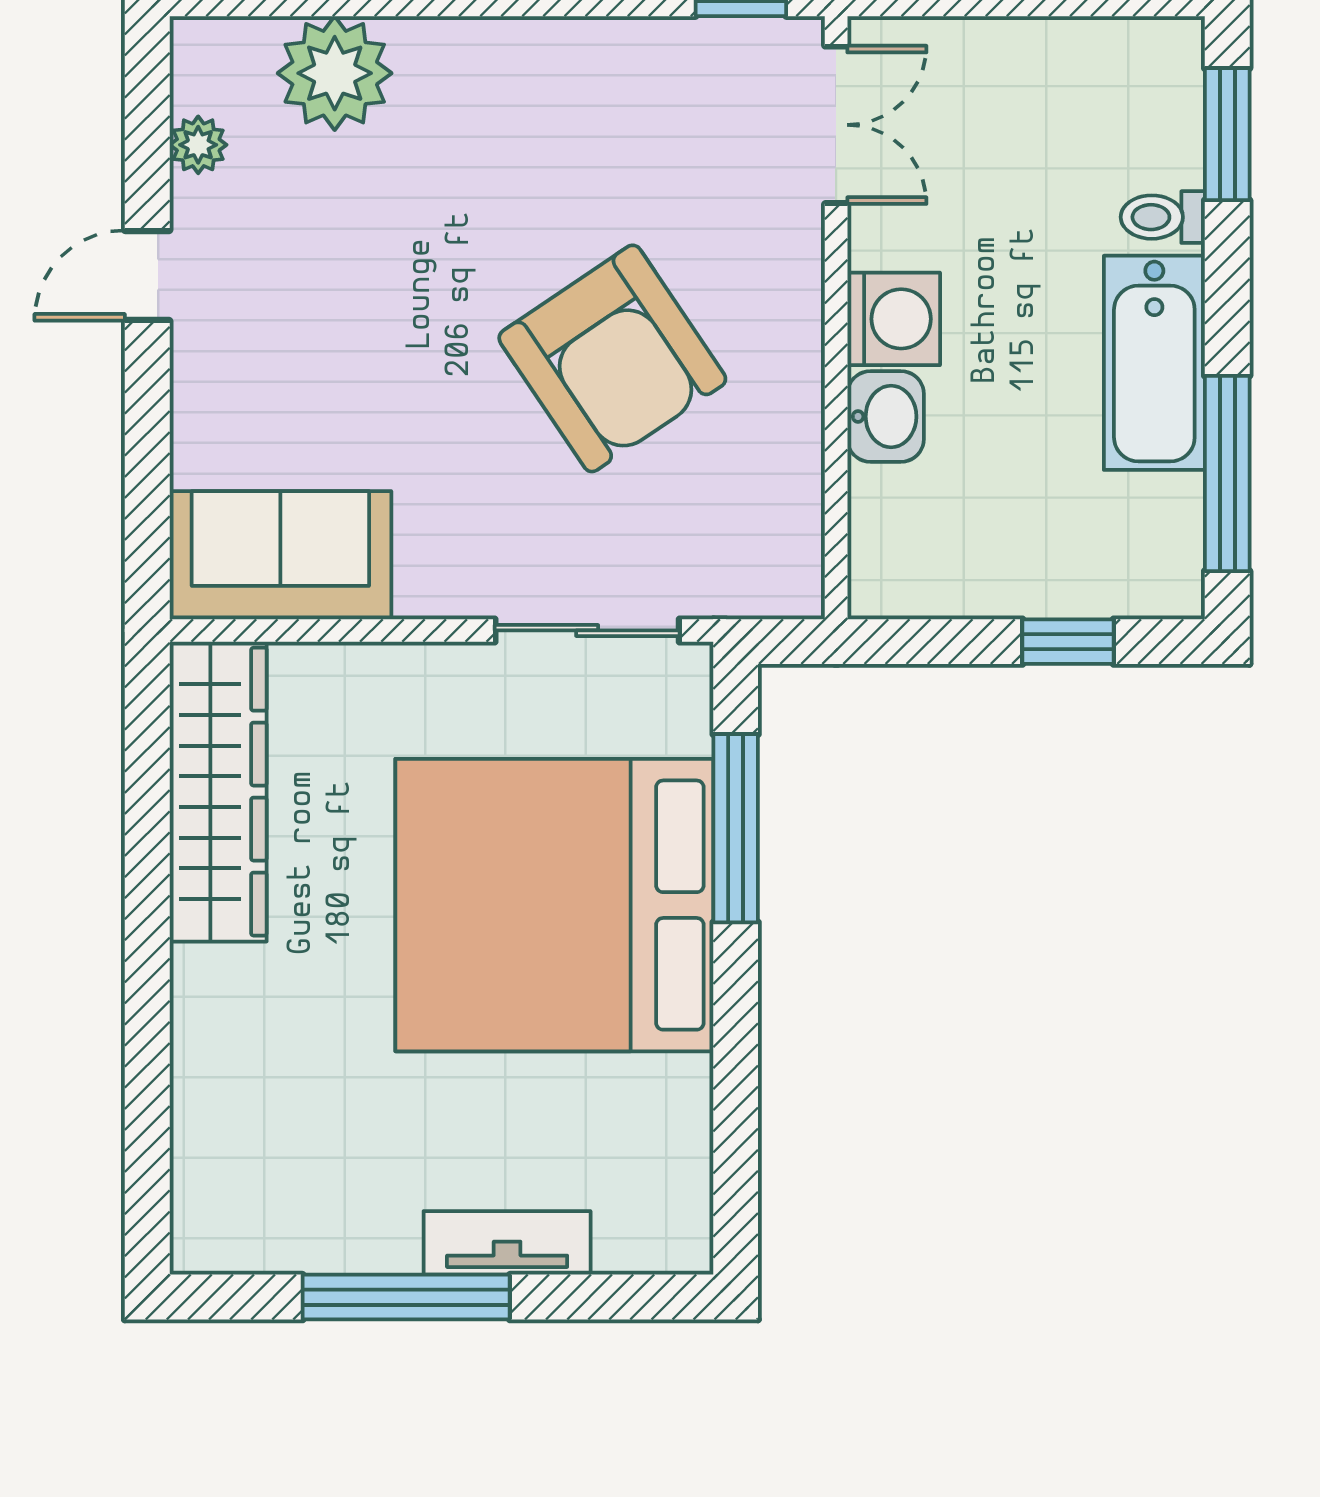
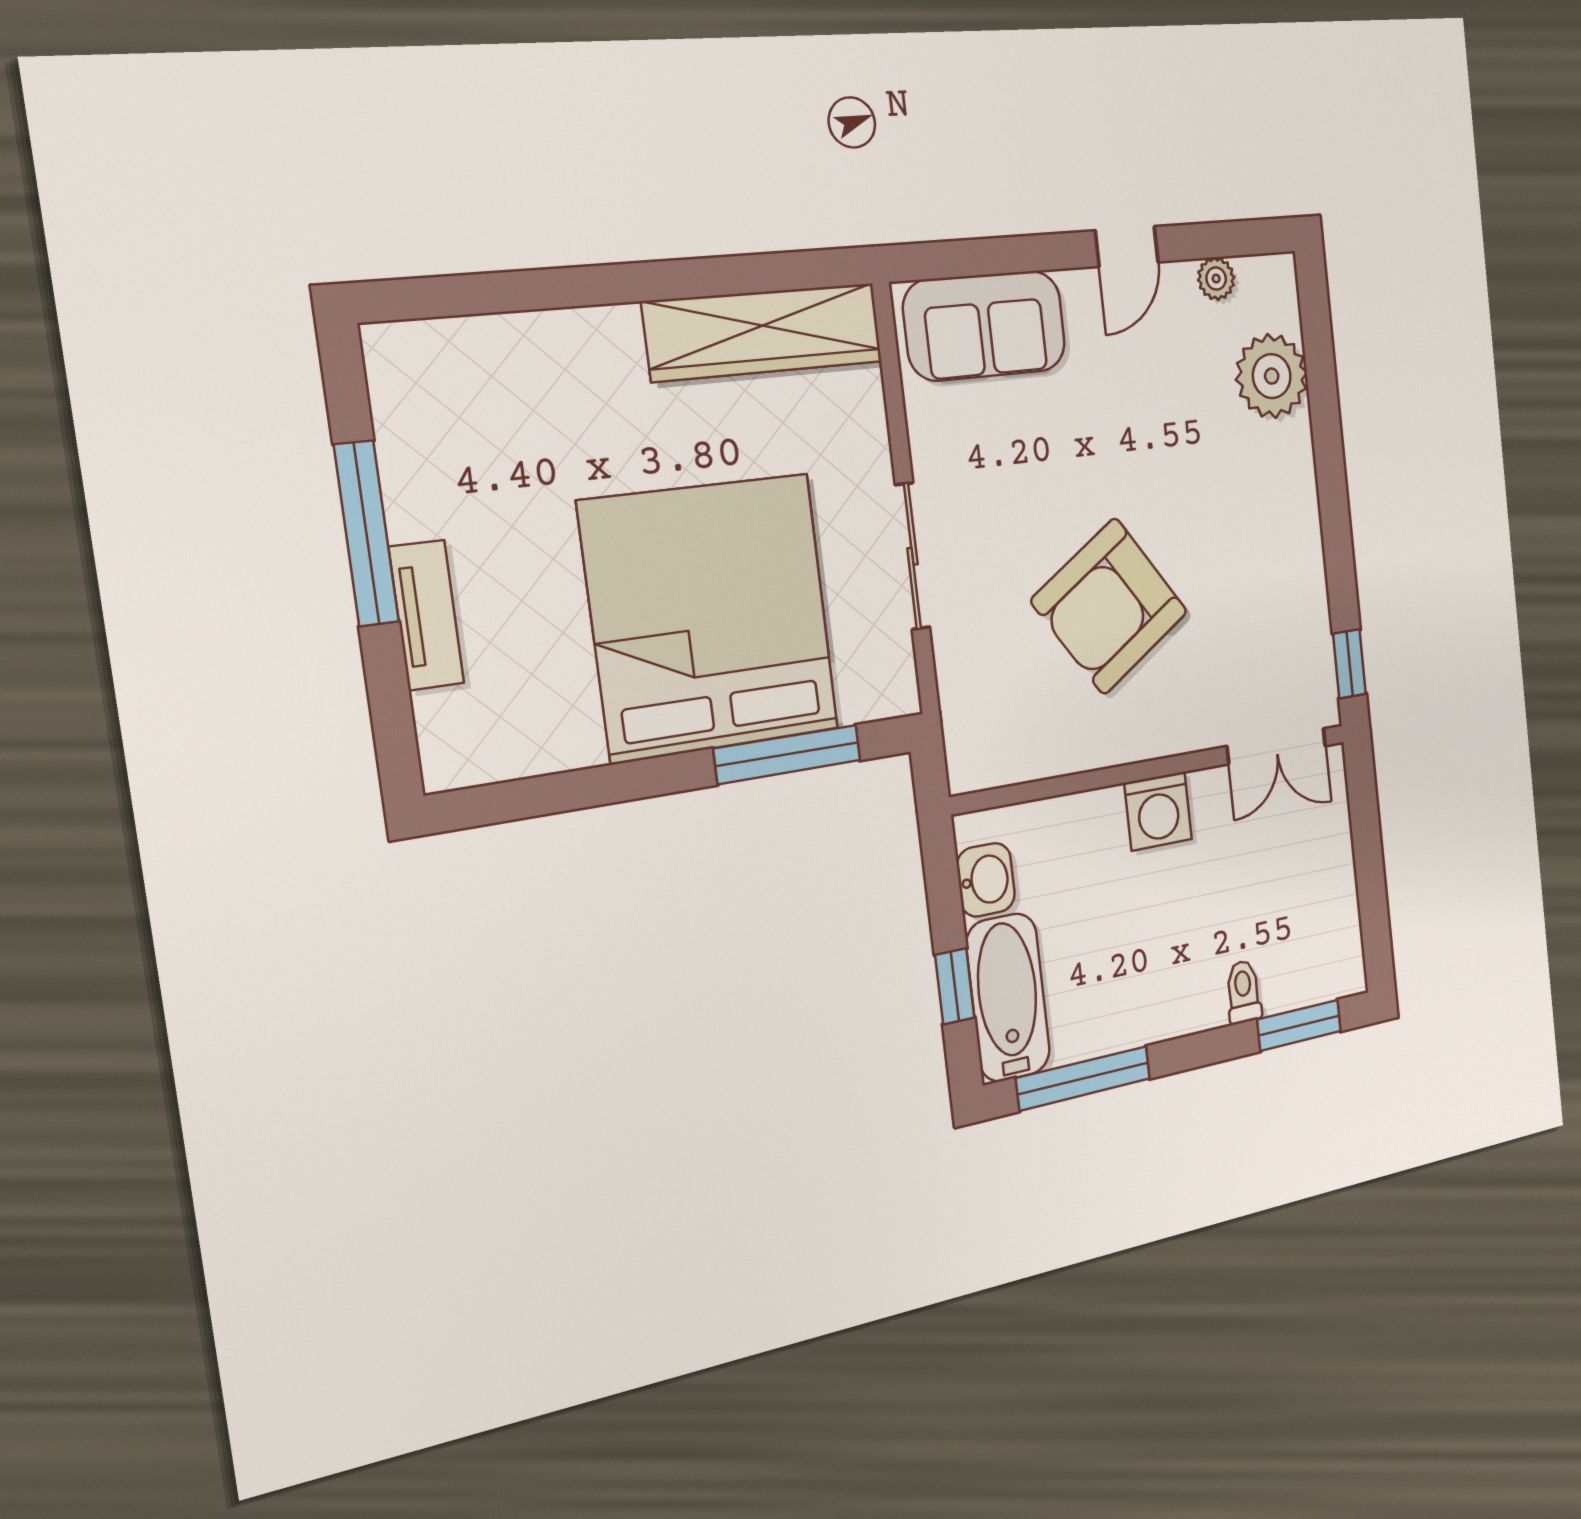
door: (147, 275) -> (1127, 246), swing flipped
bathtub: (1154, 363) -> (1008, 997), moved, turned 90
washbasin: (886, 417) -> (986, 880), moved, turned -90
sofa: (280, 555) -> (985, 326), moved, turned 90
sliding door: (587, 630) -> (912, 556), moved

